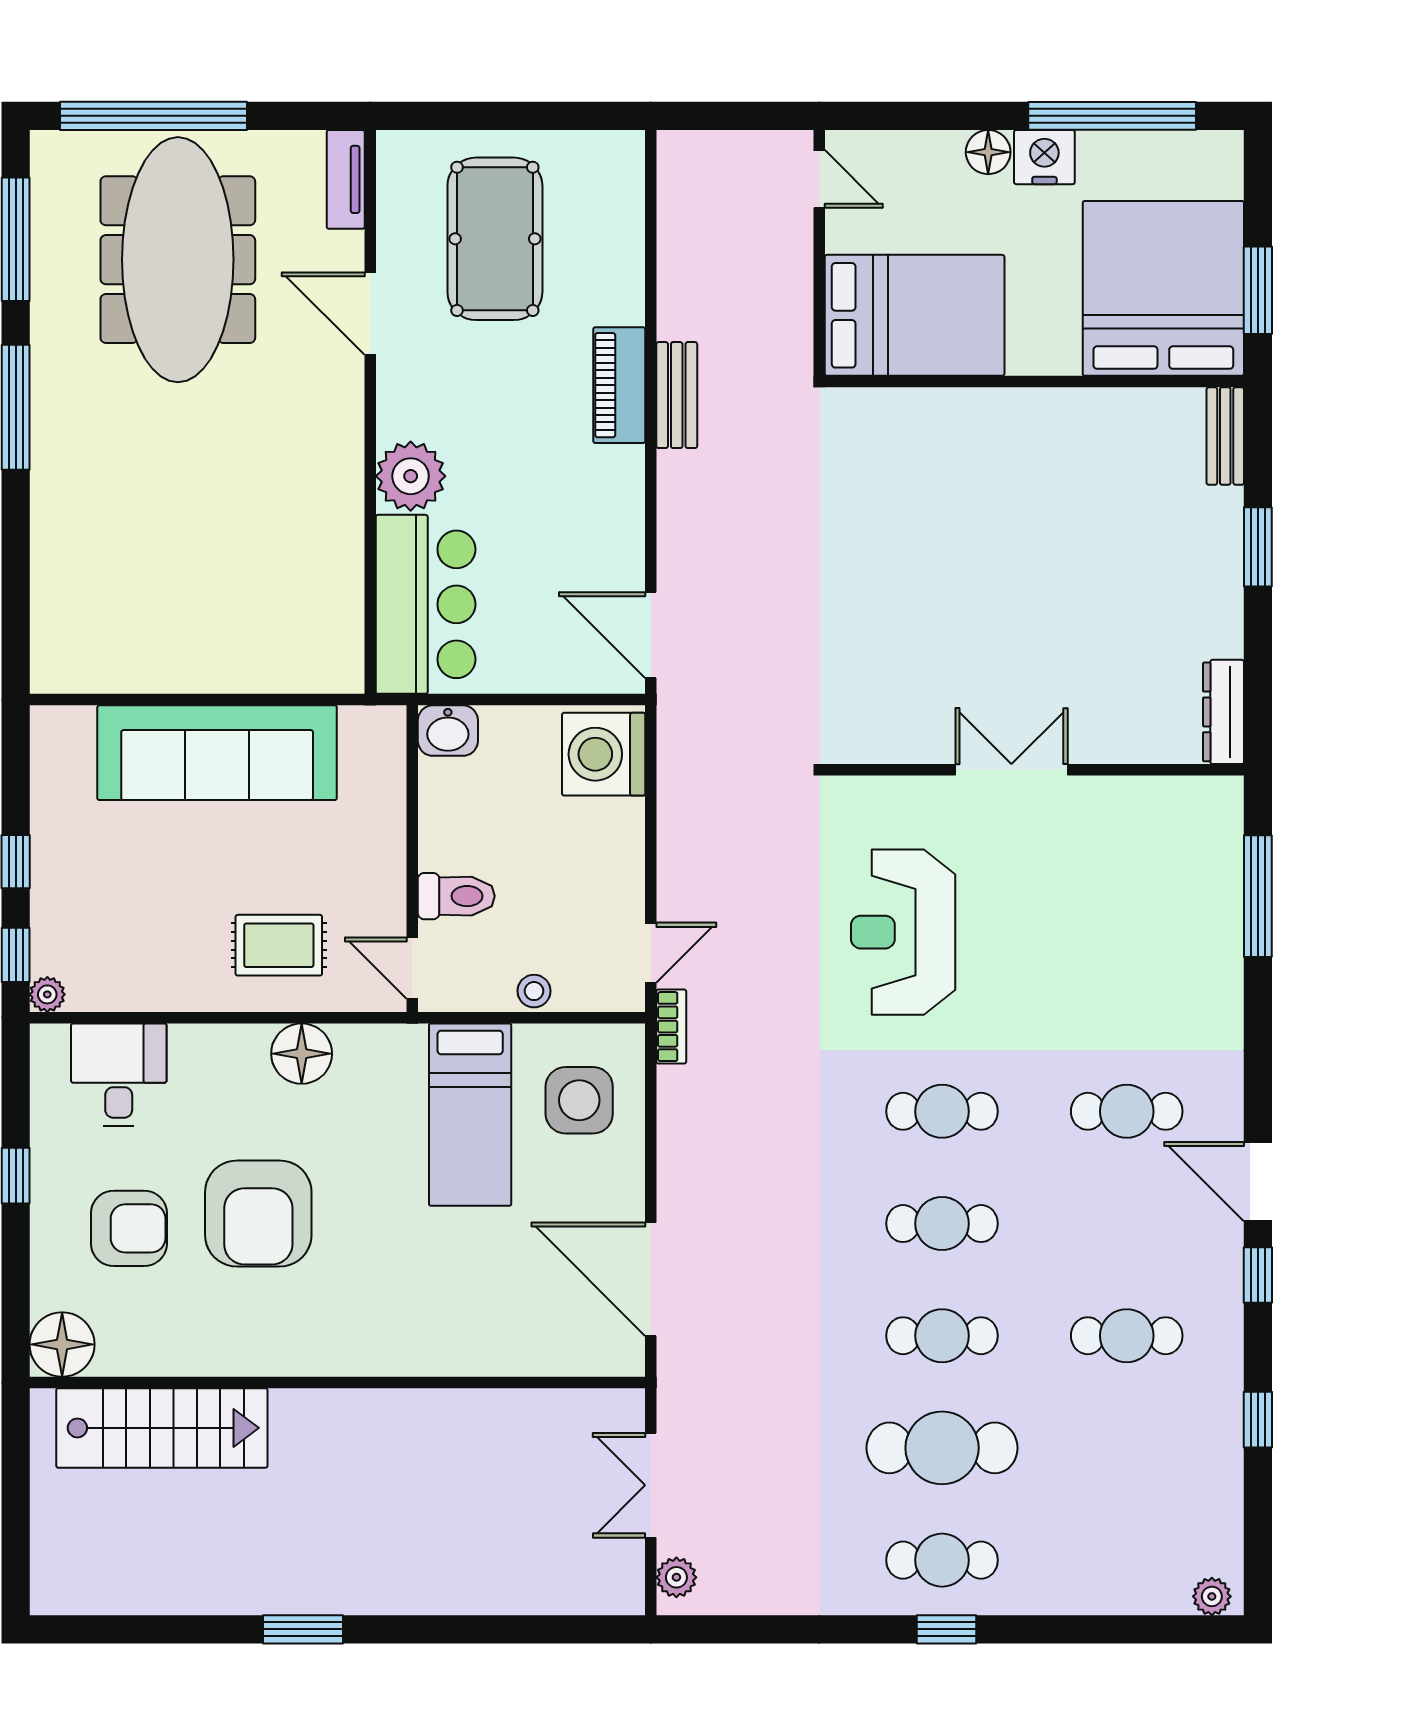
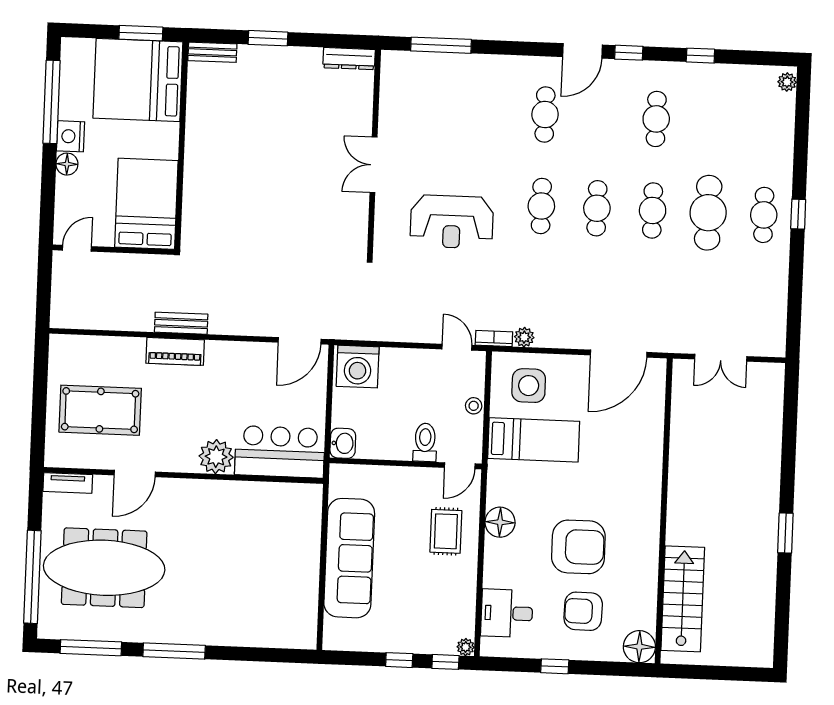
armchair: (129, 1228) -> (583, 611), turned -89
plant: (676, 1577) -> (524, 337), moved

